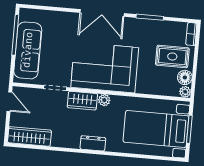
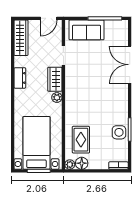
double door: (102, 13) -> (130, 65), moved
side table: (152, 30) -> (119, 132), added
sofa: (28, 50) -> (86, 30), width x0.73
rug: (172, 56) -> (81, 140), moved
corner sofa: (105, 68) -> (84, 96), removed
dresser: (93, 143) -> (20, 78), moved

